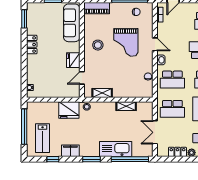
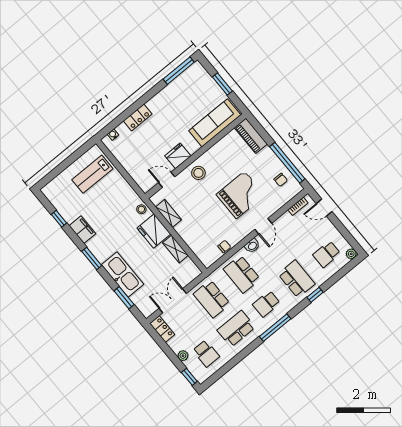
window: (24, 19) -> (179, 71), width x1.44
grand piano: (126, 42) -> (241, 195), turned 180
locker: (32, 45) -> (138, 117), moved
stool: (98, 45) -> (198, 173), moved
fridge: (69, 110) -> (154, 231), moved
window: (24, 127) -> (68, 162), removed
lab bench: (43, 138) -> (92, 174), moved
locker: (177, 152) -> (162, 329), moved
window: (130, 159) -> (124, 298), width x0.47

